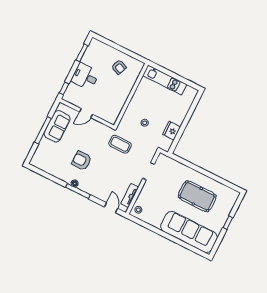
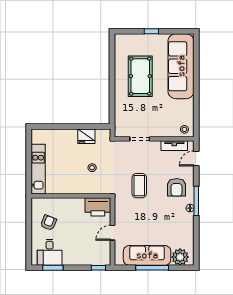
desk: (85, 76) -> (50, 252), moved
printer: (112, 112) -> (98, 207), added
door: (86, 113) -> (112, 233), swing flipped
sofa: (57, 126) -> (147, 255), width x1.36
coffee table: (120, 144) -> (139, 186), moved
plant: (40, 156) -> (180, 257), added
armchair: (82, 161) -> (177, 187), moved

